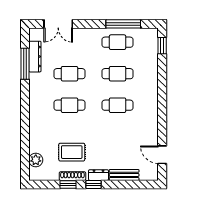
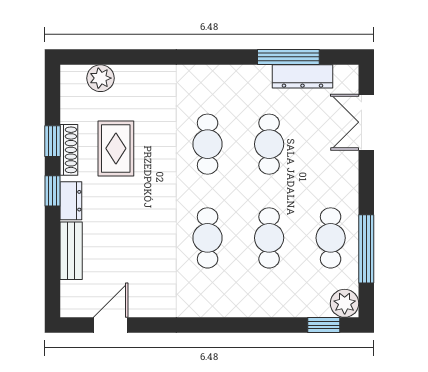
plant: (151, 35) -> (345, 303), added

